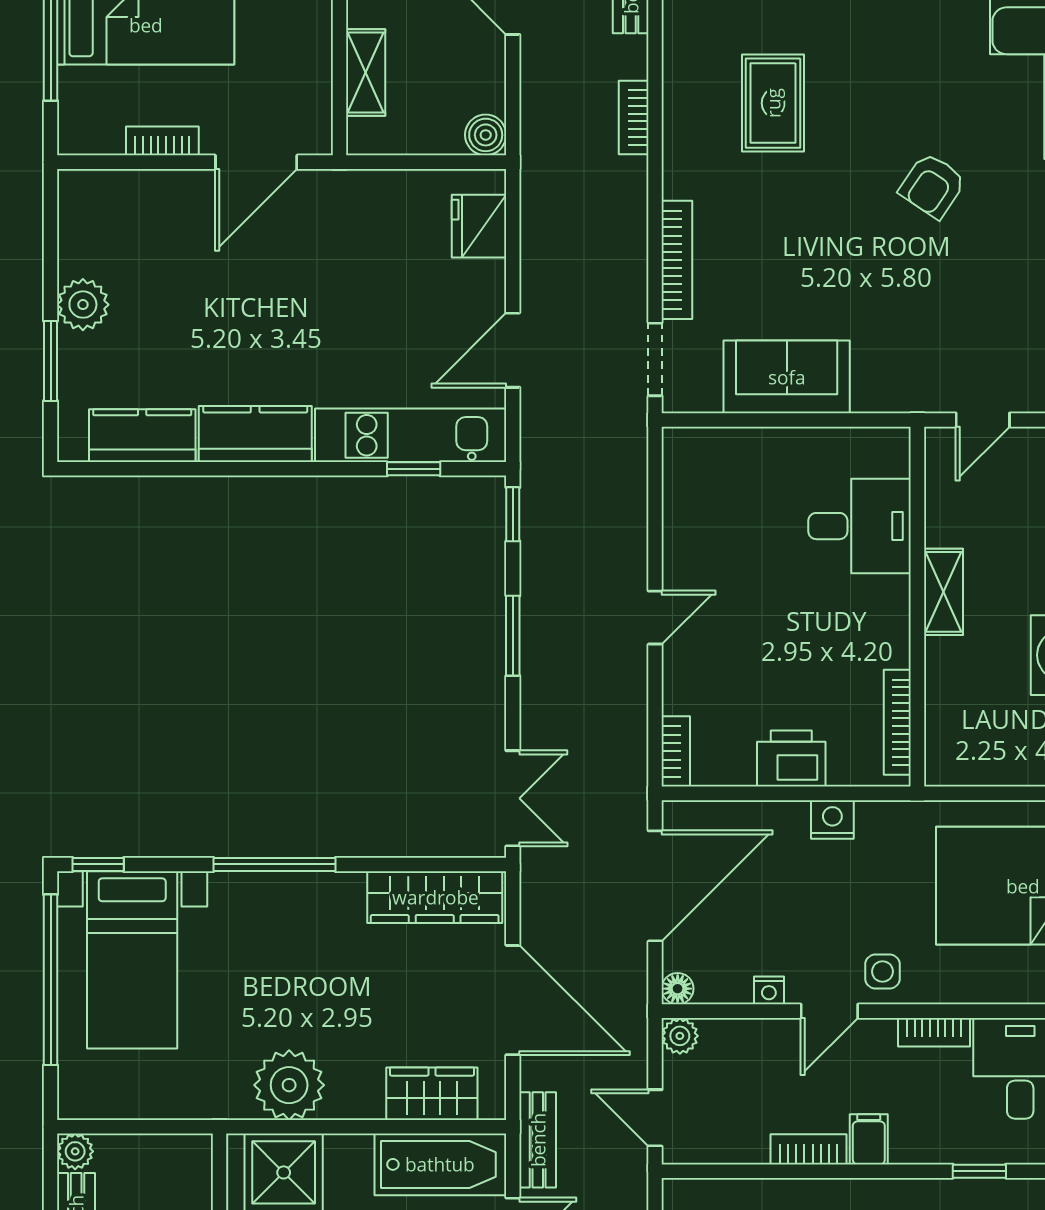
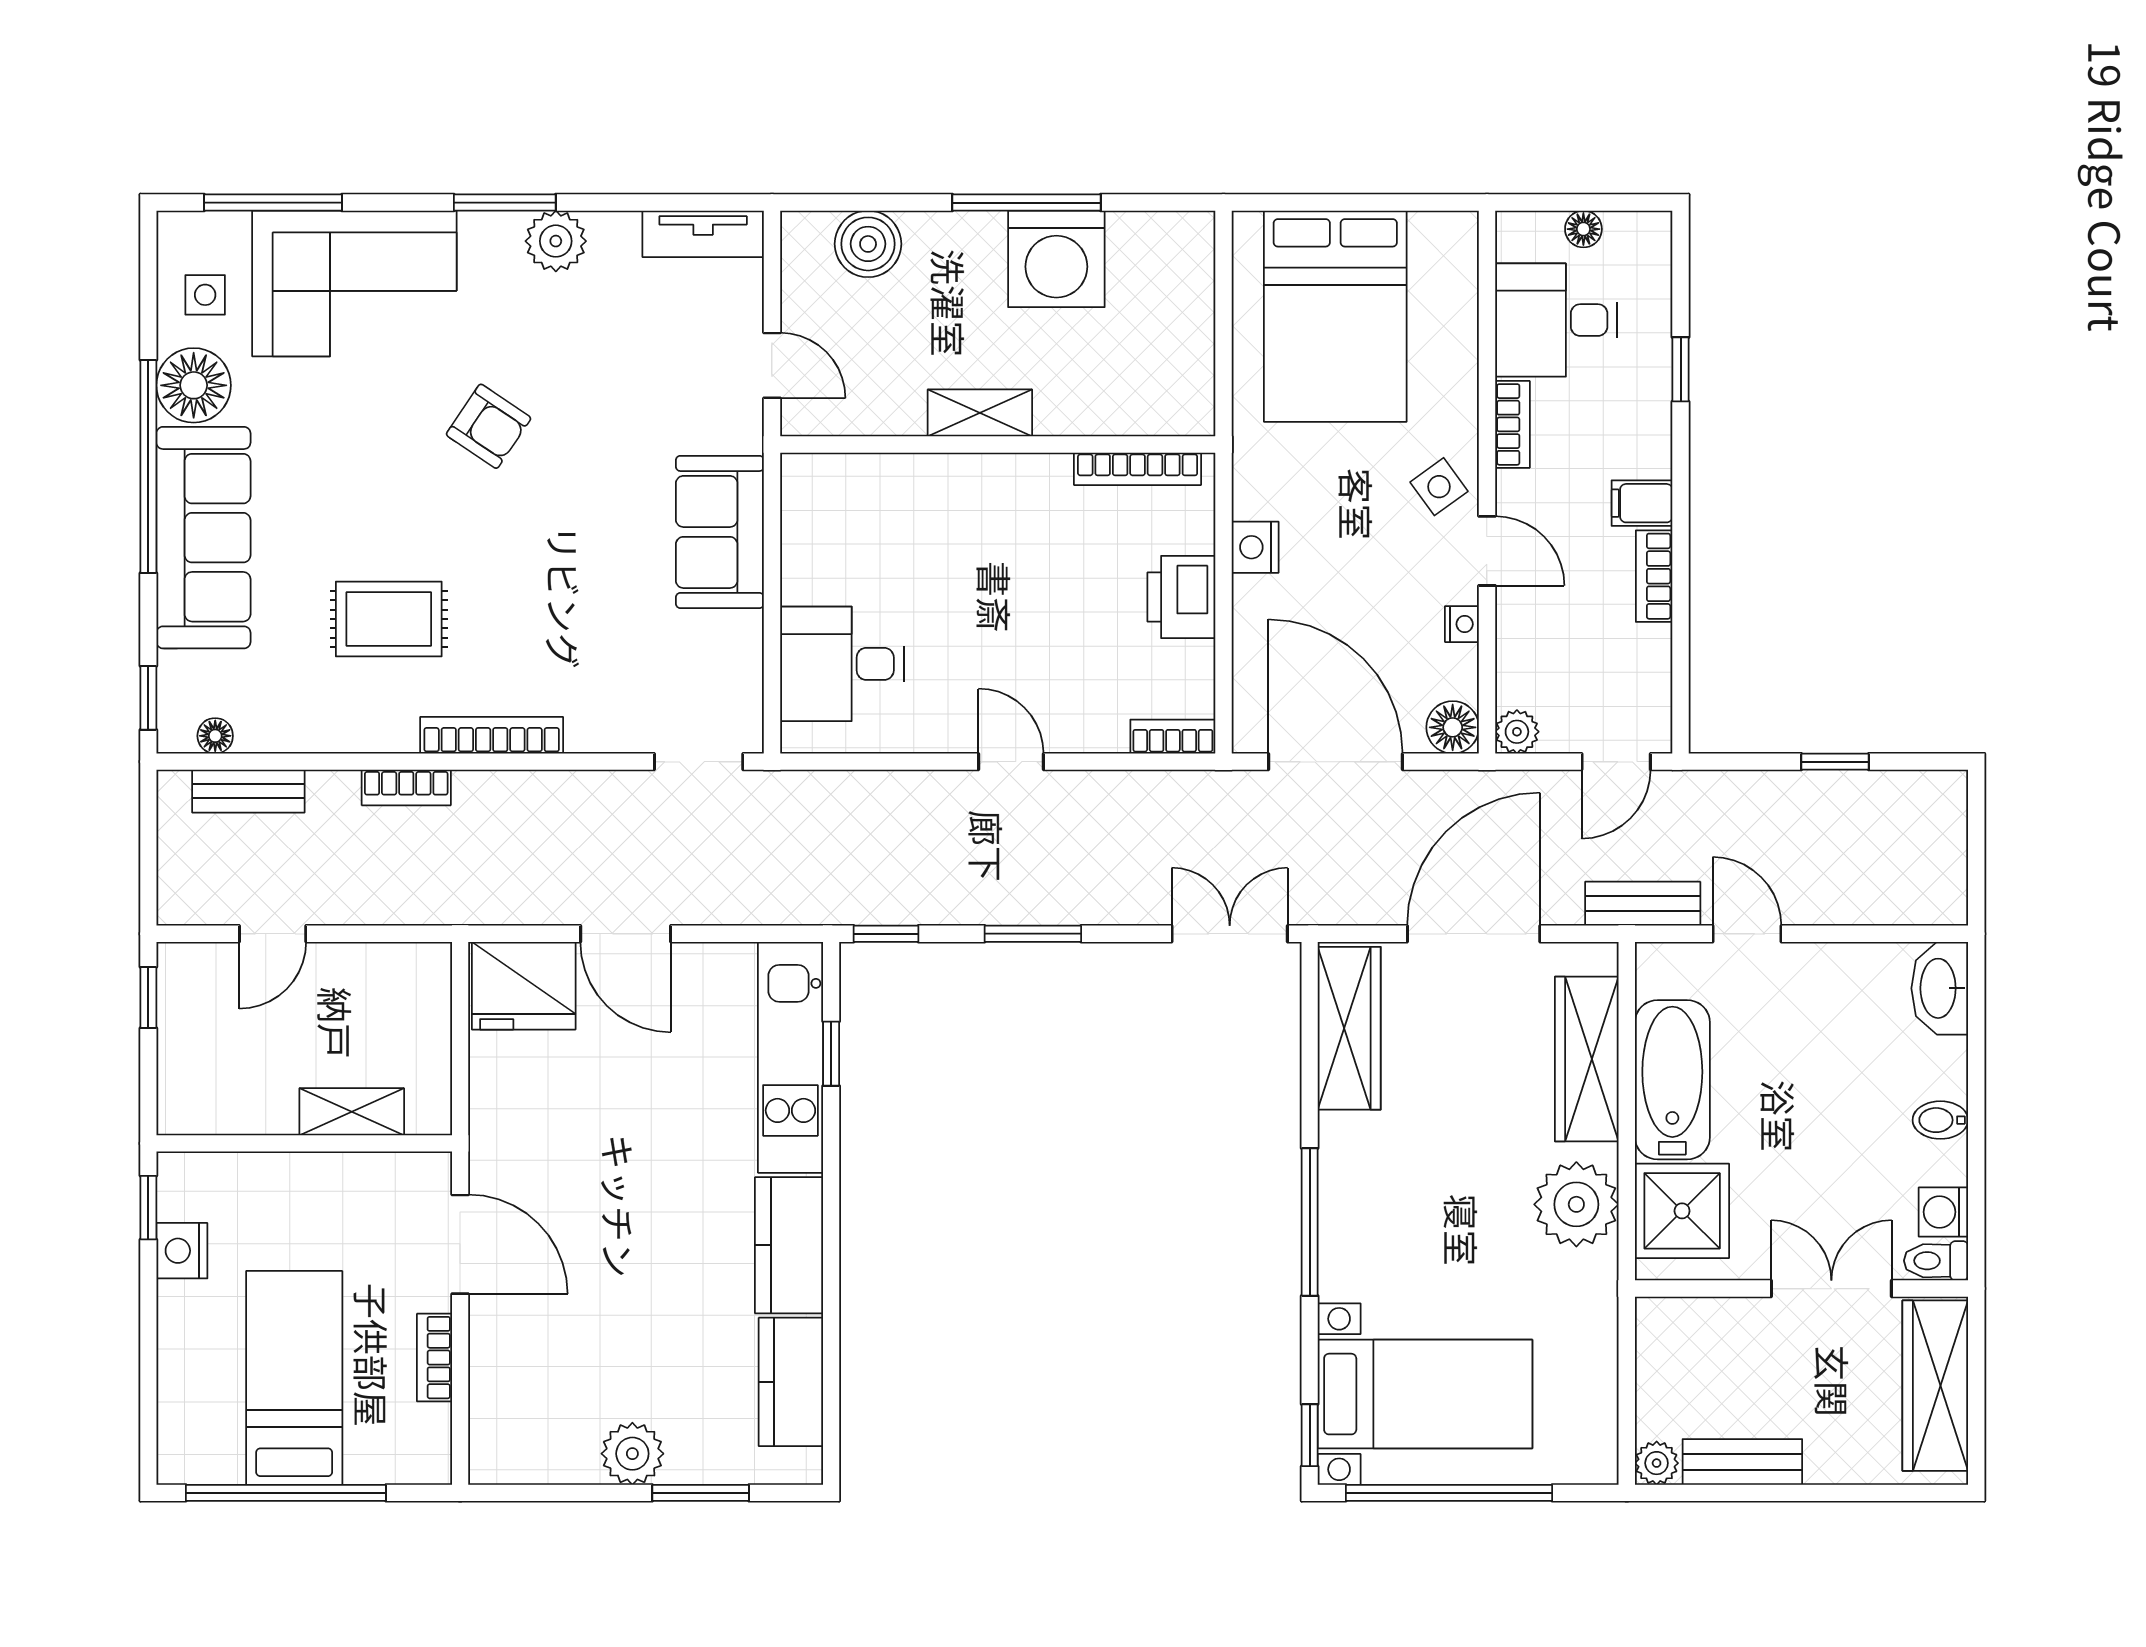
boiler: (486, 135) -> (427, 967), removed
fridge: (479, 226) -> (524, 986), width x1.36, depth x1.34
bookcase: (677, 260) -> (492, 735), moved
door: (513, 350) -> (626, 934), moved
sofa: (787, 377) -> (720, 532), moved
desk: (860, 526) -> (842, 664), moved, turned -90
side table: (882, 971) -> (1439, 487), turned -36
floor lamp: (678, 989) -> (1453, 727), width x1.37, depth x1.37
wardrobe: (432, 1094) -> (1587, 1059), width x1.50
bathtub: (440, 1164) -> (1672, 1080), moved

